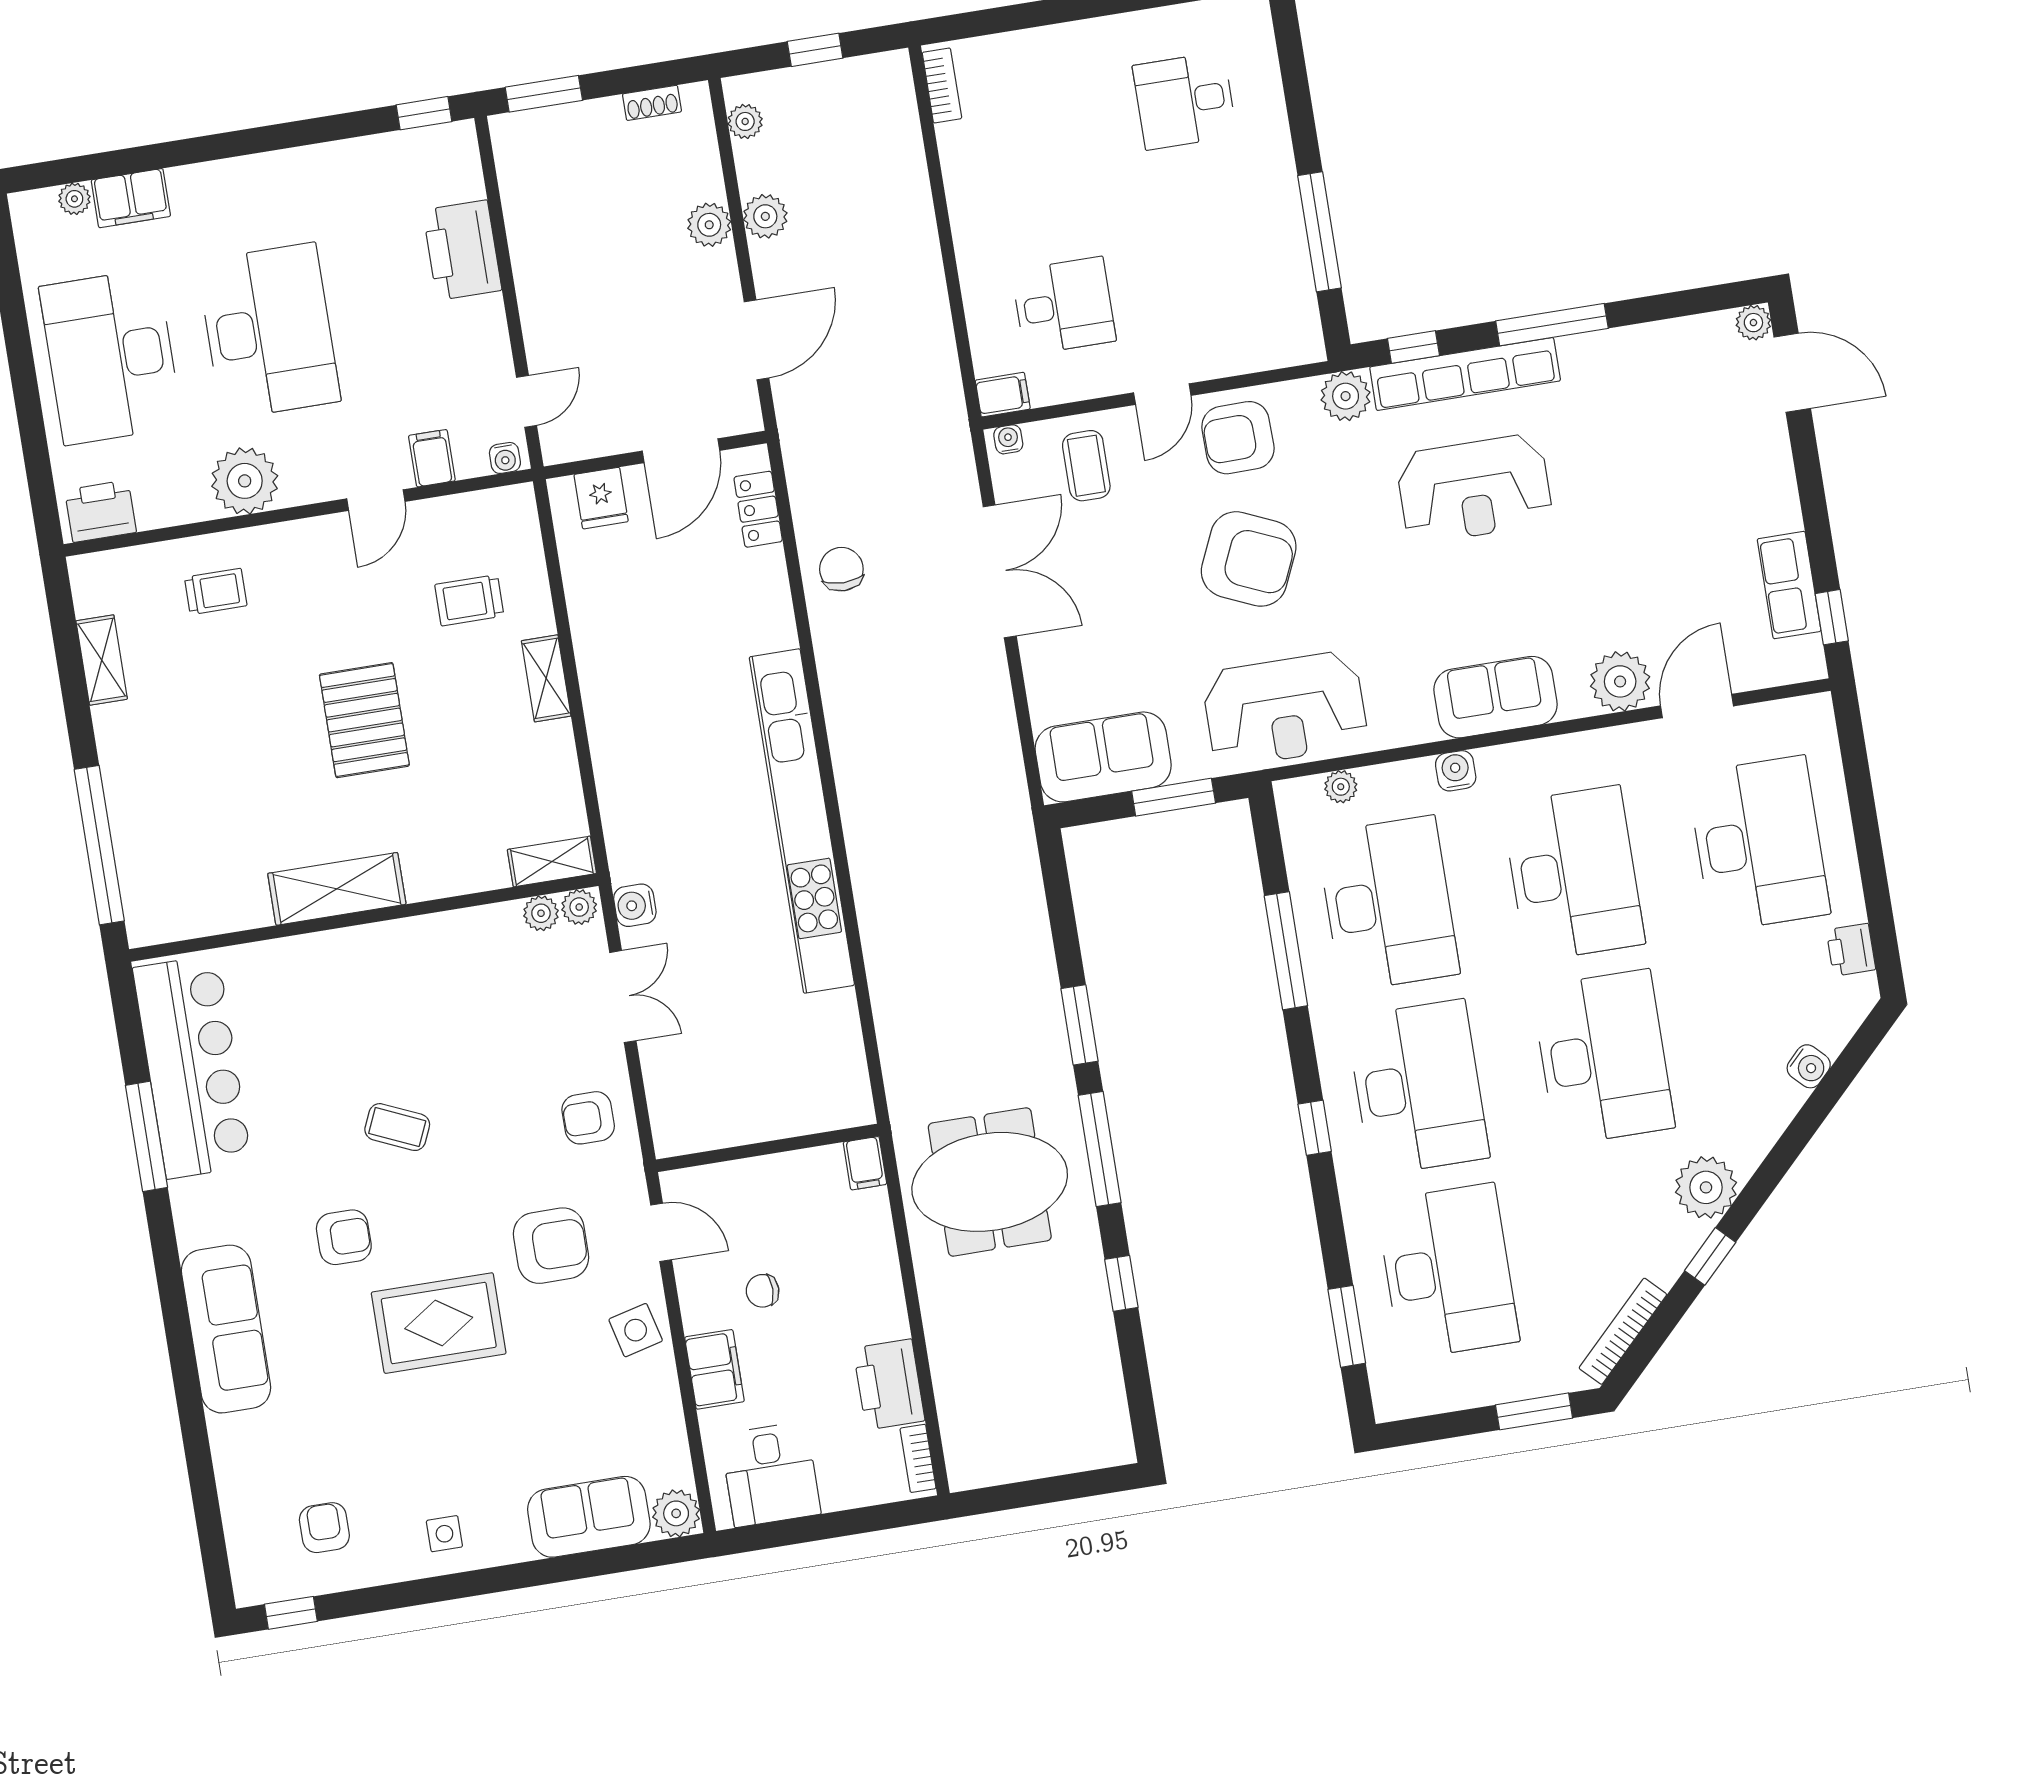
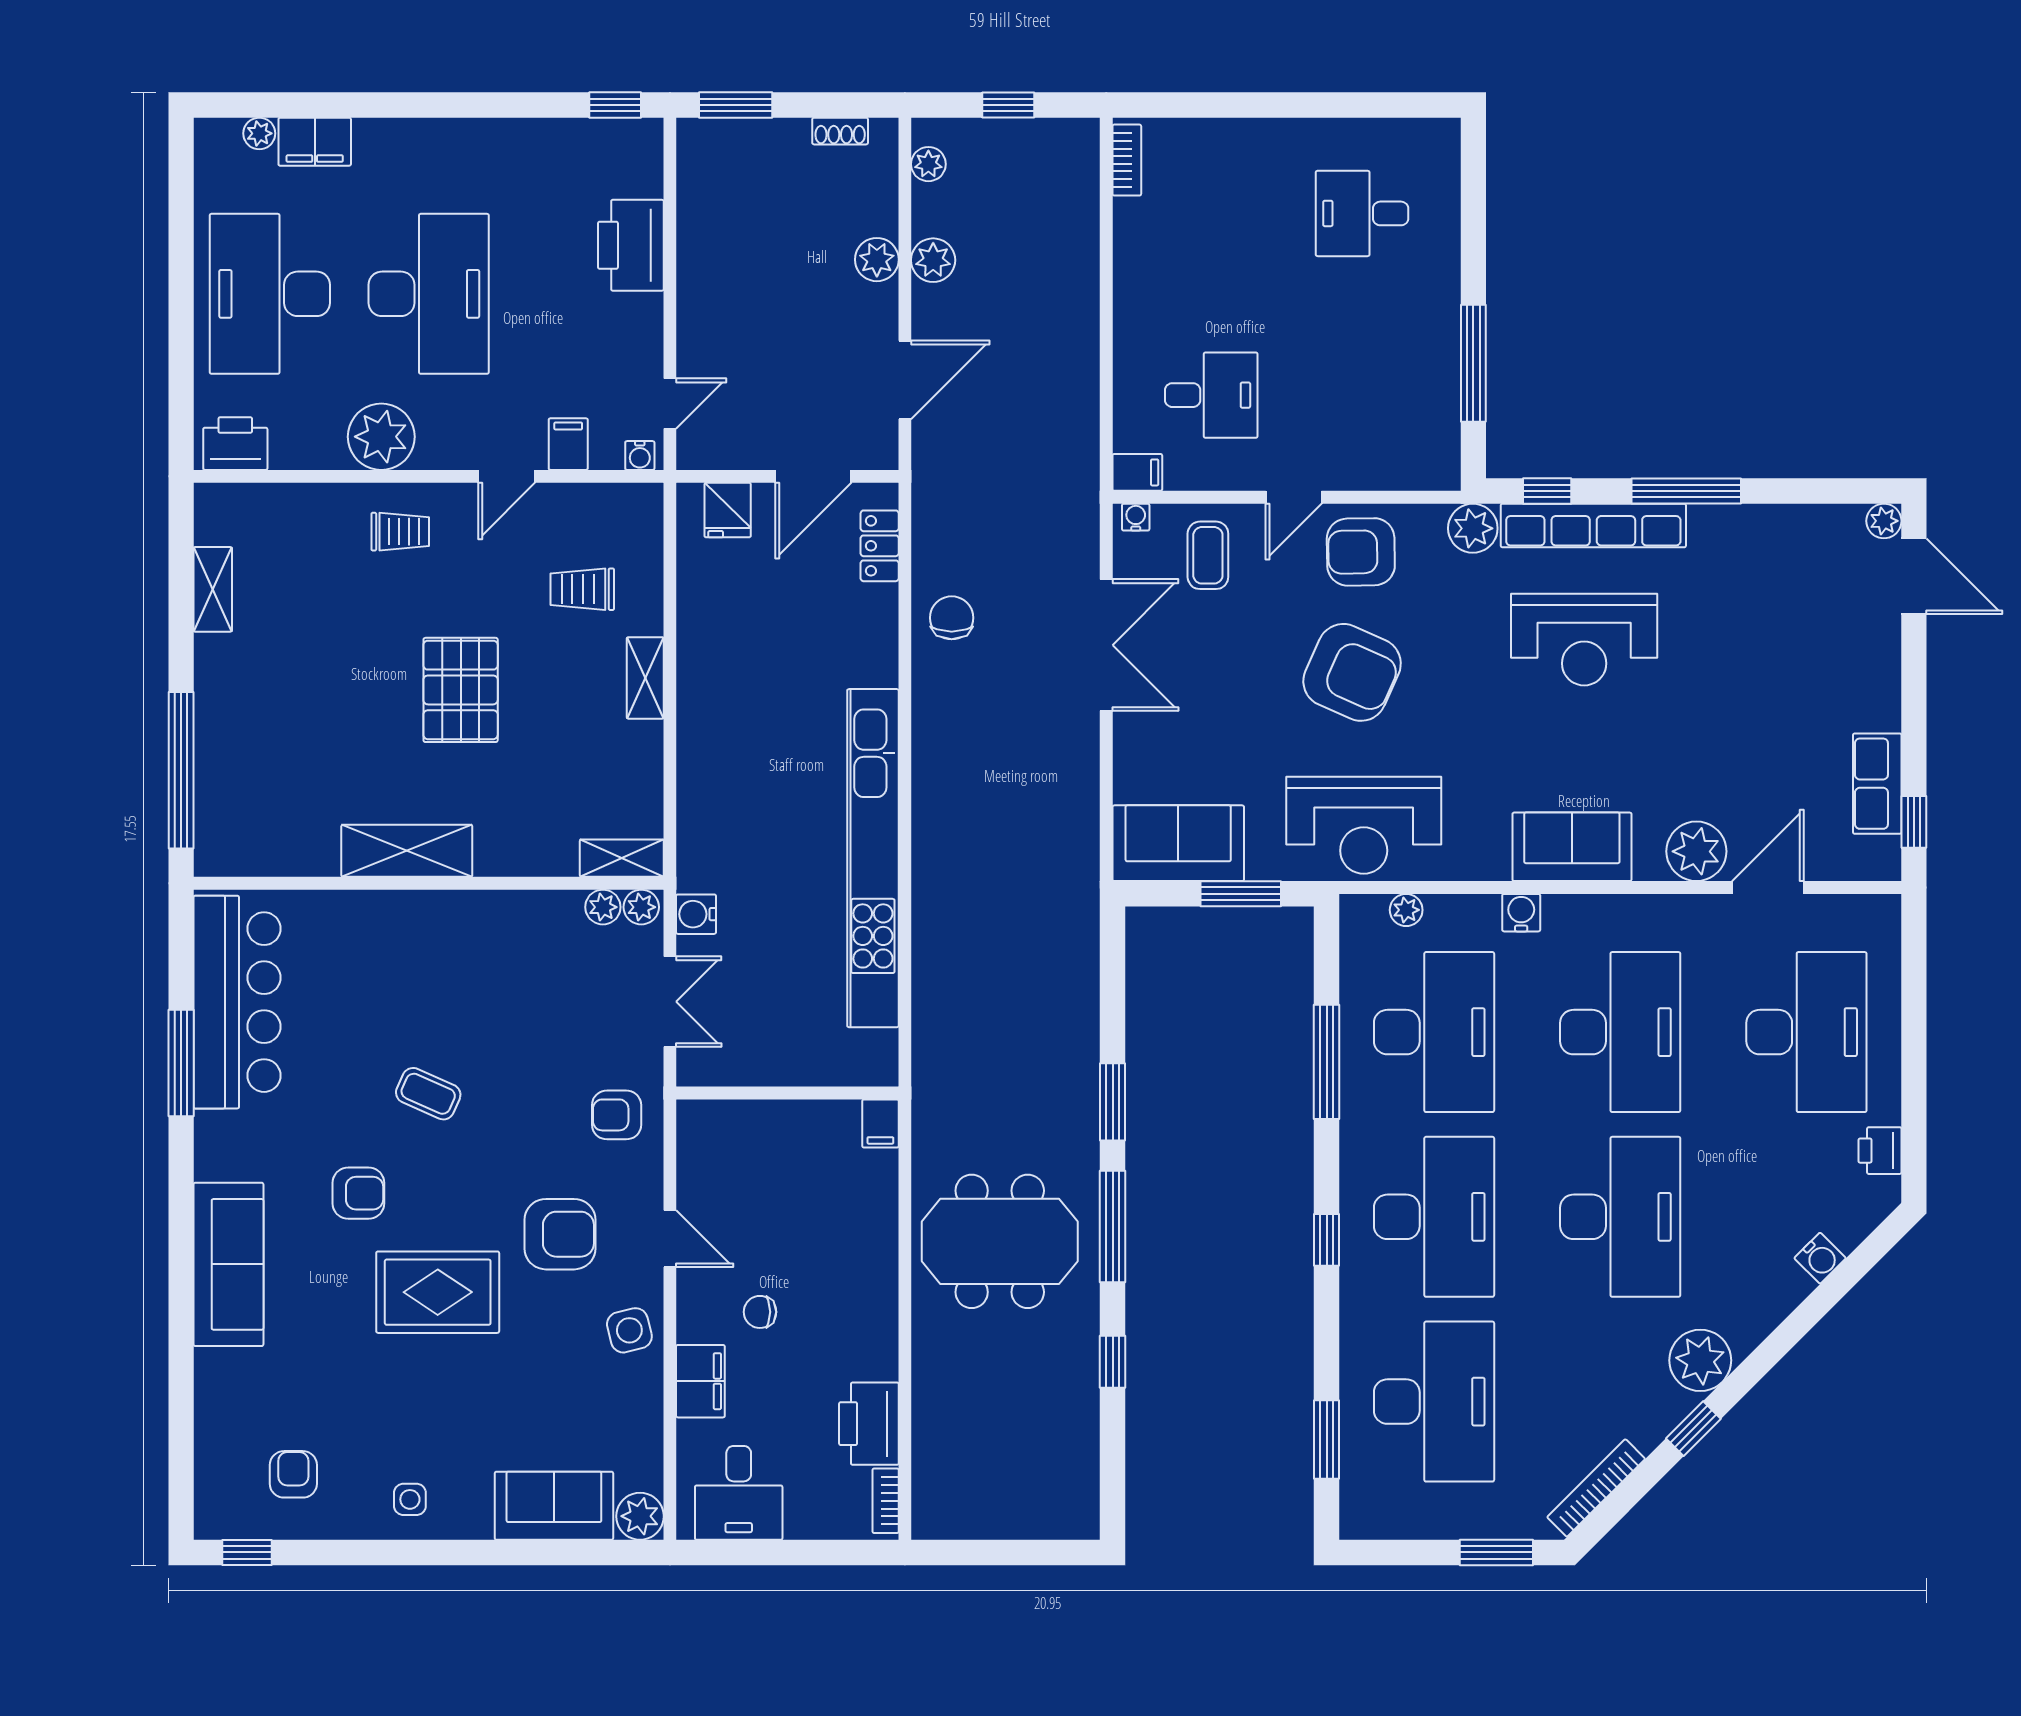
trolley: (216, 591) -> (400, 532), moved
wall: (767, 1148) -> (787, 1093), moved
filing cabinet: (865, 1163) -> (880, 1123), moved

